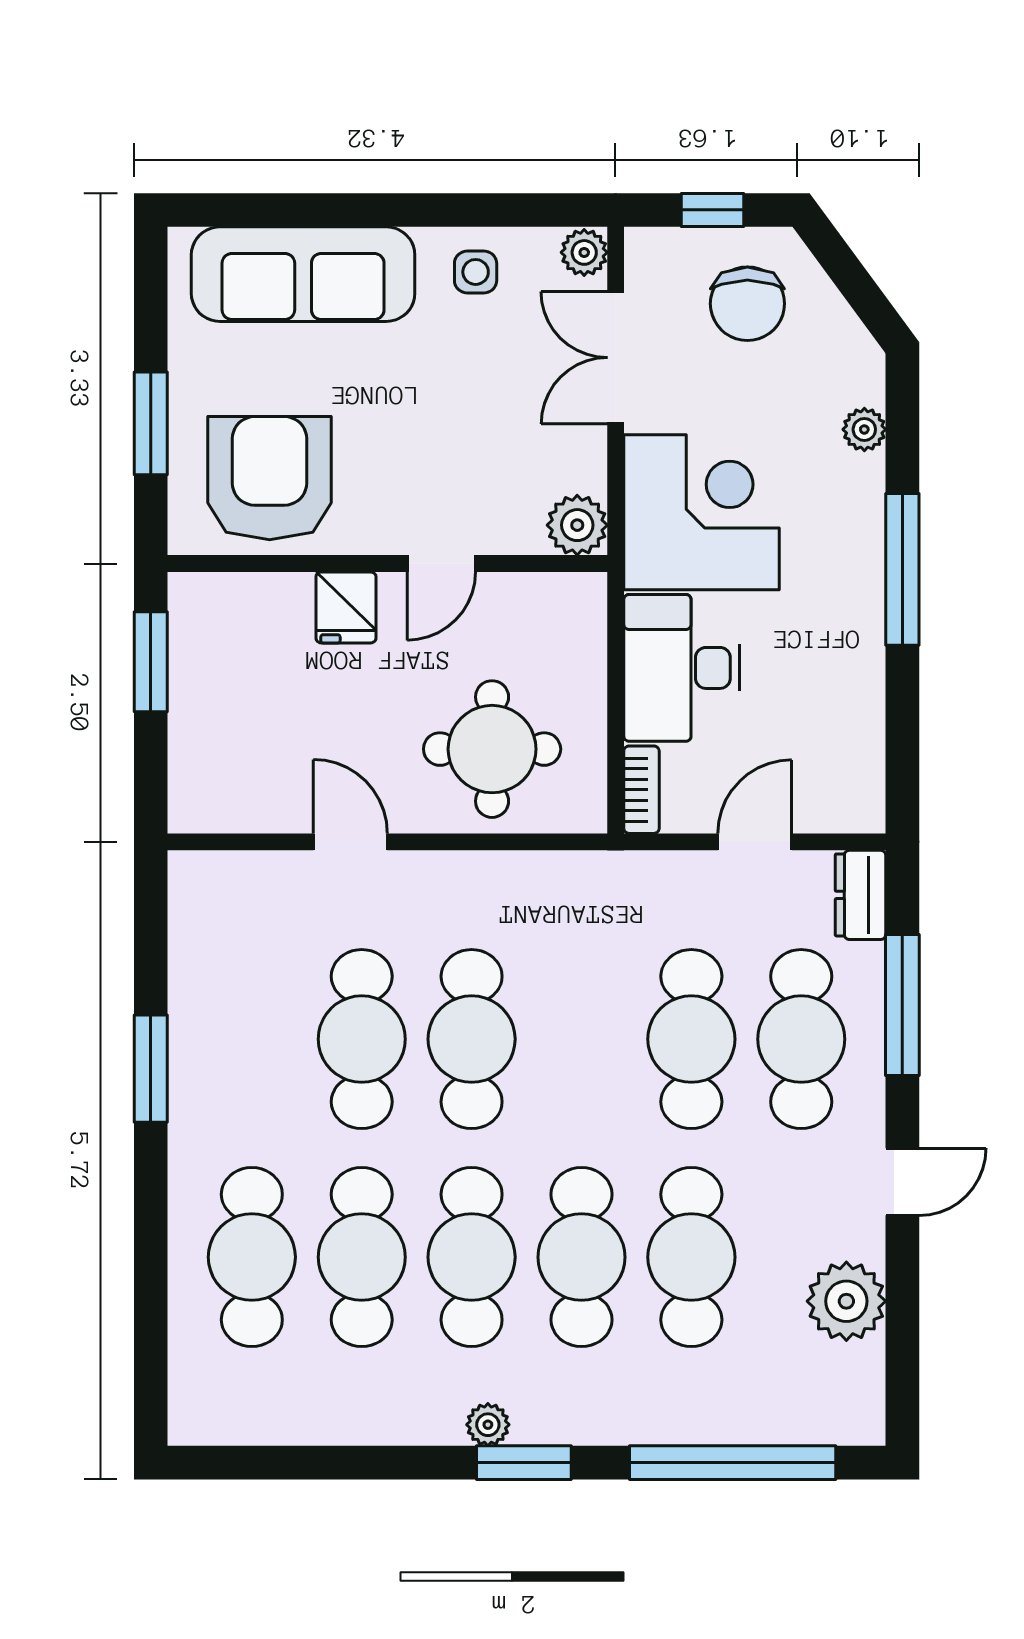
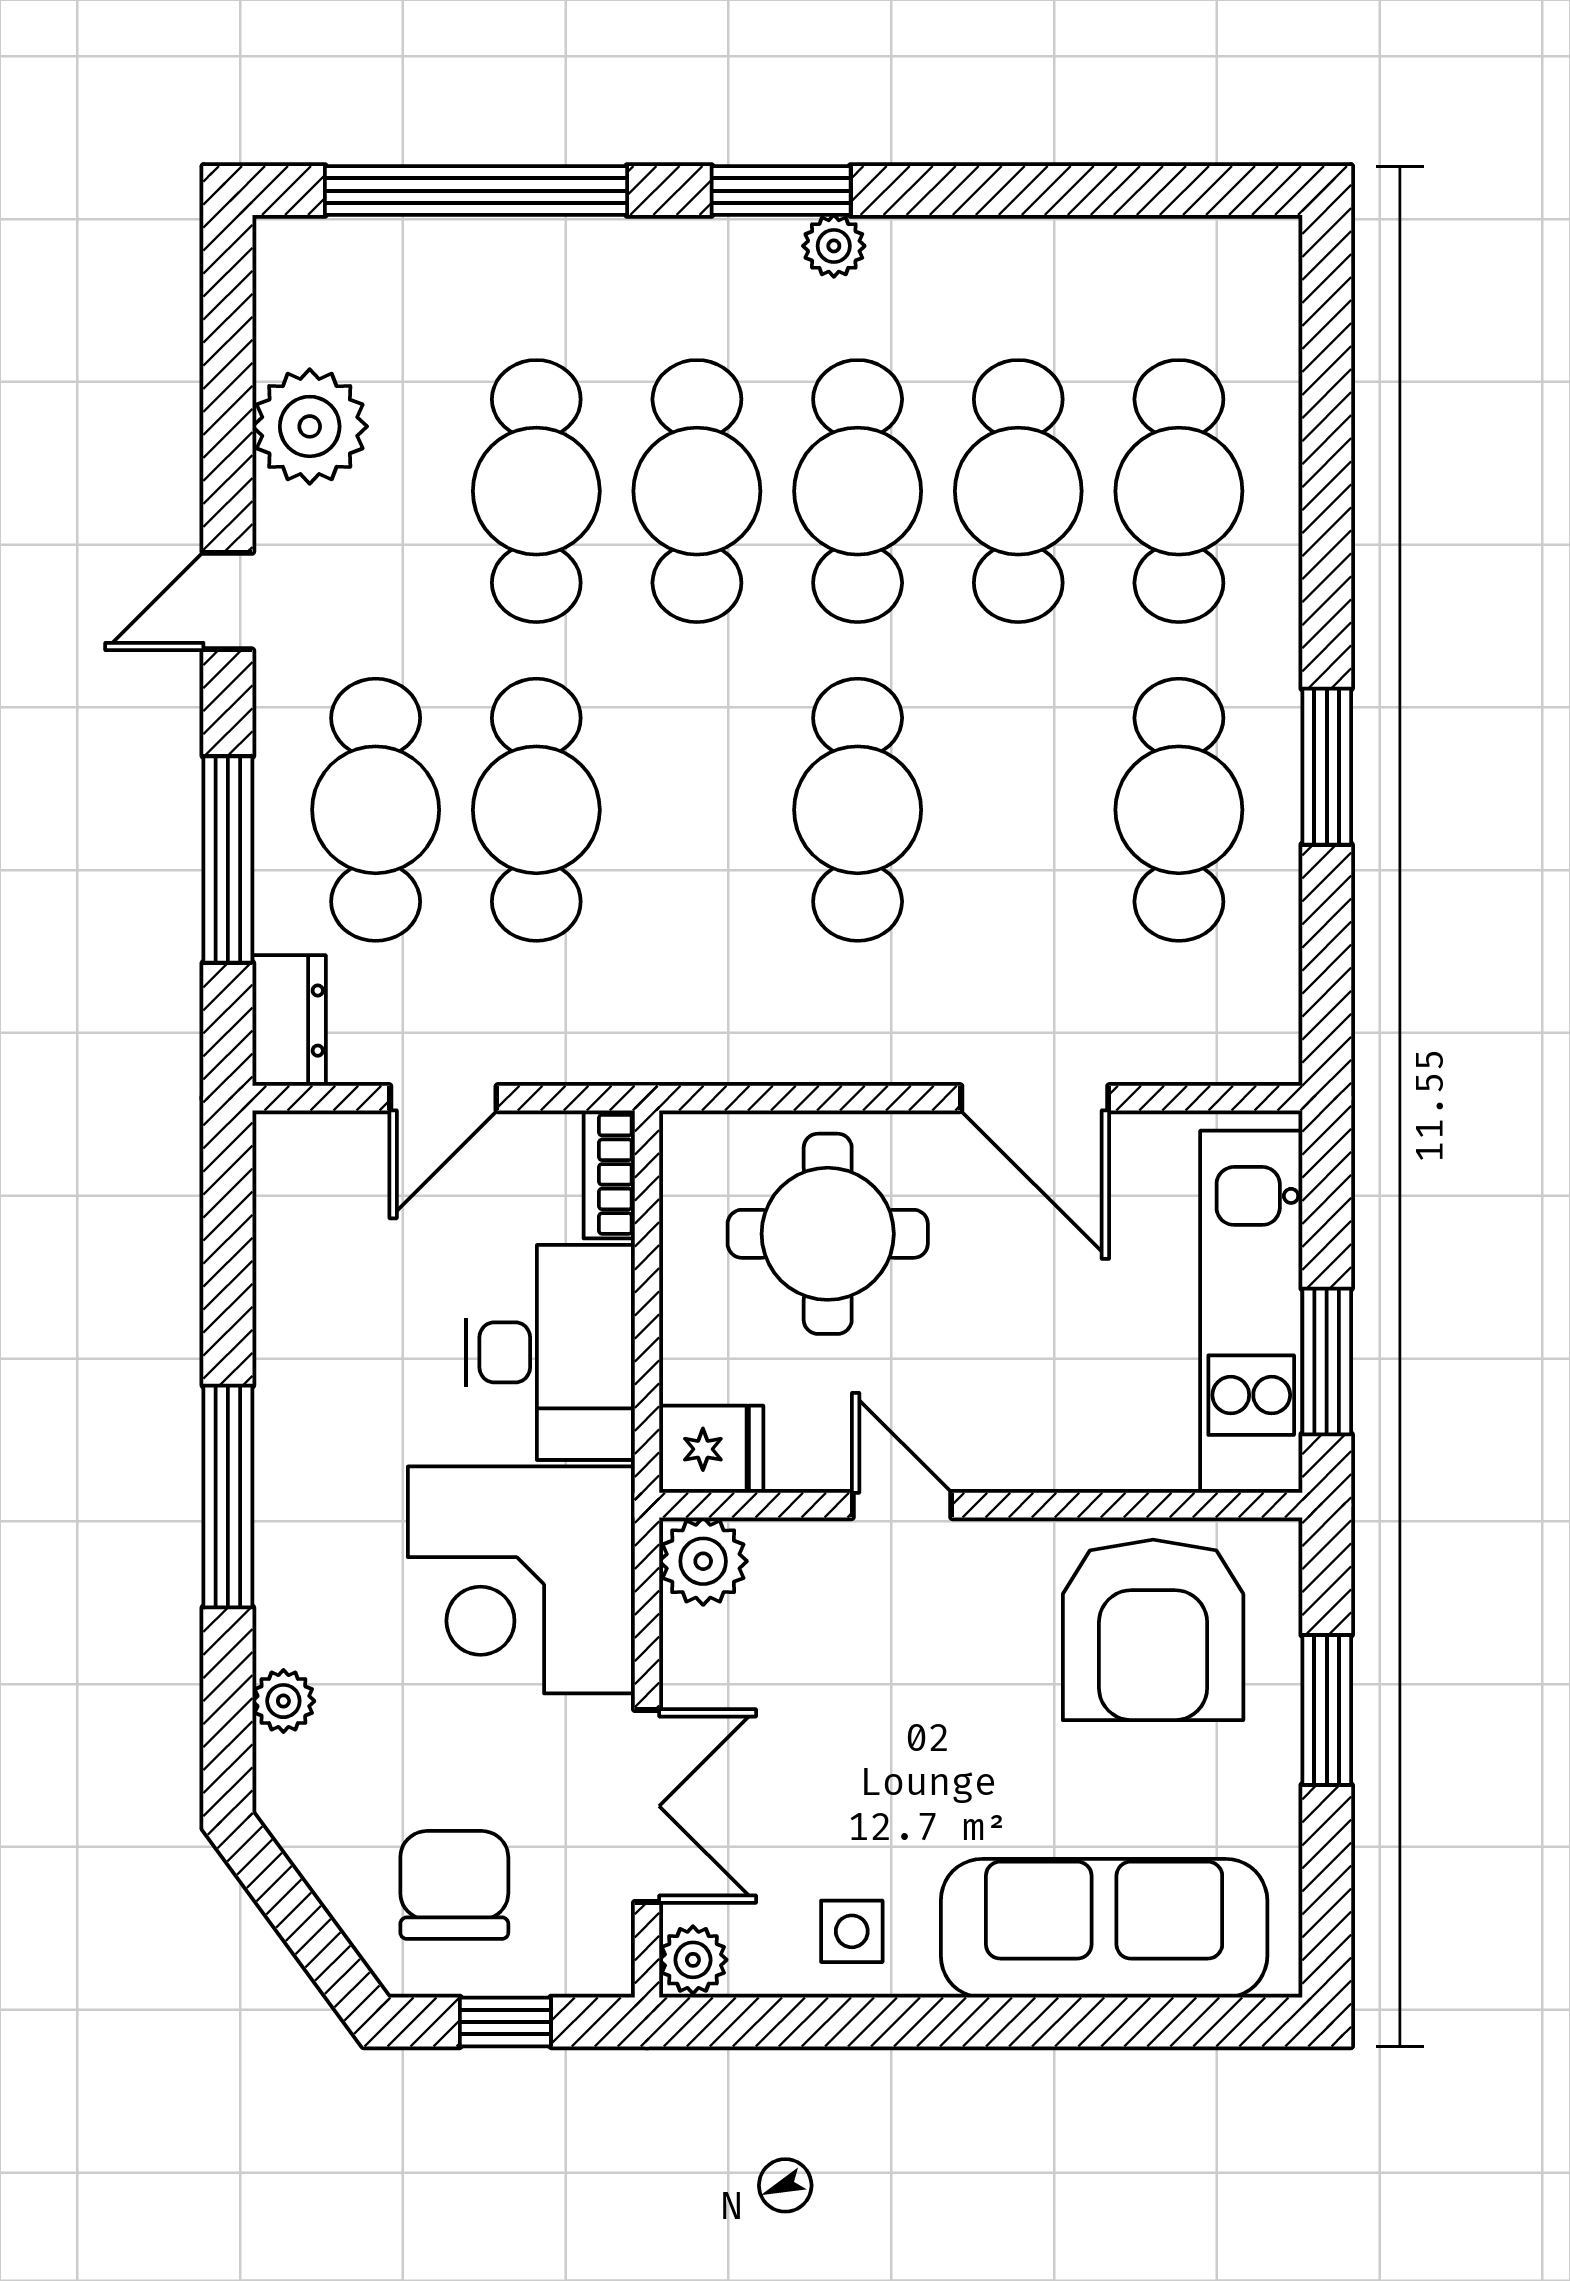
door: (441, 564) -> (902, 1505), hinge flipped
fridge: (346, 607) -> (711, 1449), moved, turned 90
kitchen unit: (202, 696) -> (1251, 1312), added
door: (350, 842) -> (1035, 1098), width x1.38
cafe table: (362, 1039) -> (1179, 810), moved

